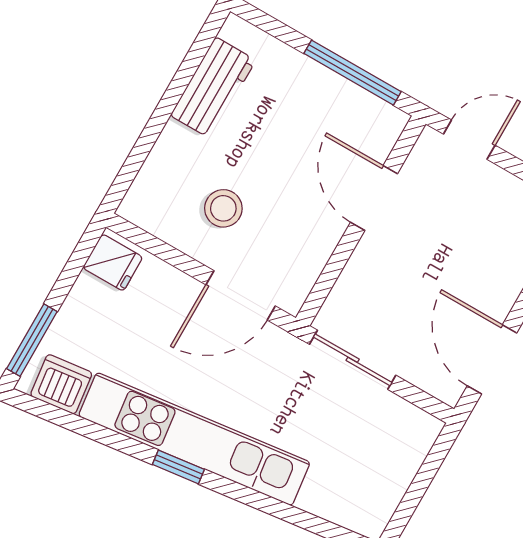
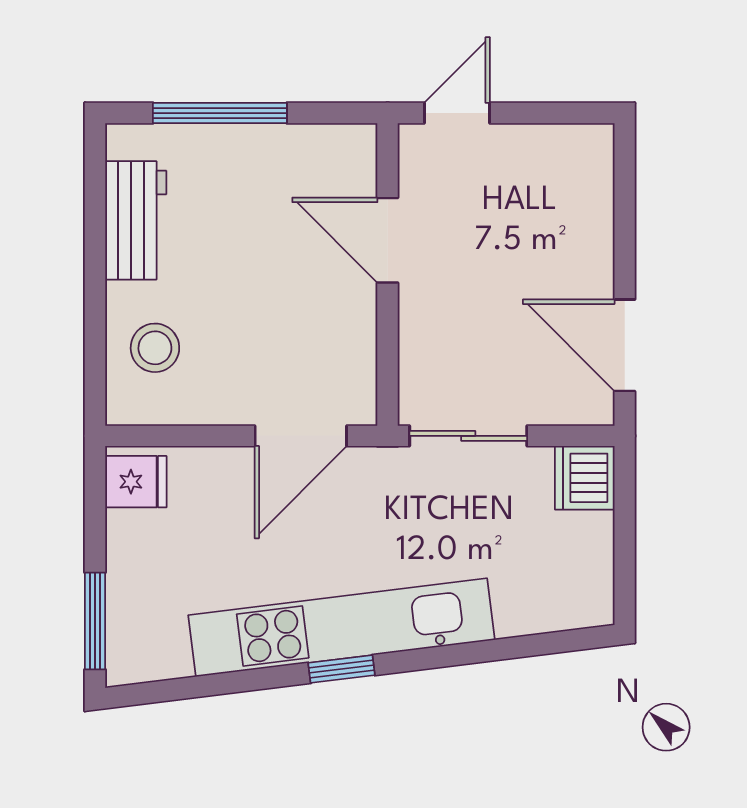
window: (353, 73) -> (220, 113), moved
stool: (223, 208) -> (155, 348), moved
dishwasher: (61, 384) -> (585, 478), moved, turned -83

